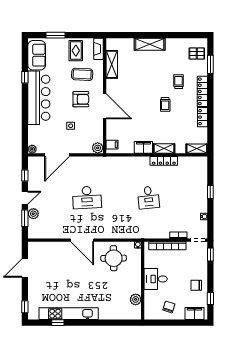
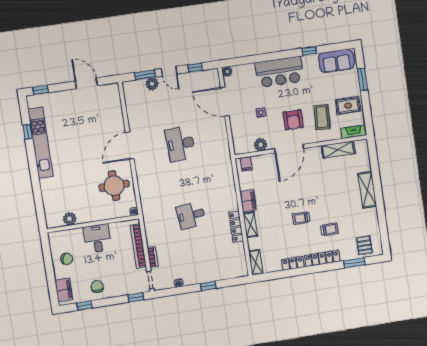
bar counter: (39, 98) -> (280, 72), width x0.73
plant: (98, 148) -> (261, 145), moved

